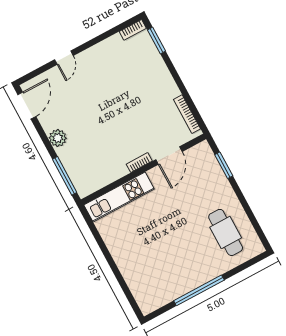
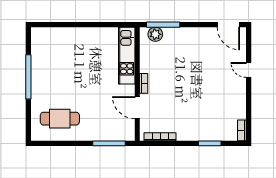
window: (156, 40) -> (210, 143), moved
plant: (58, 138) -> (155, 34), moved
window: (224, 165) -> (109, 143), width x1.44

